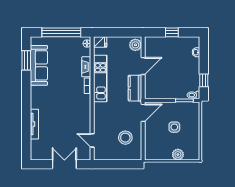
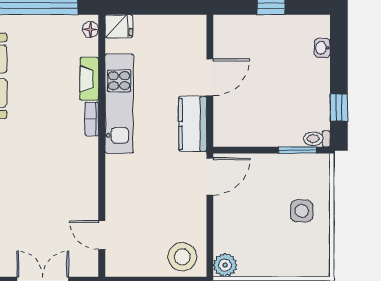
plant: (135, 45) -> (194, 32), removed
side table: (174, 127) -> (302, 211), moved
stool: (125, 138) -> (182, 257), moved
plant: (178, 155) -> (225, 265), moved

